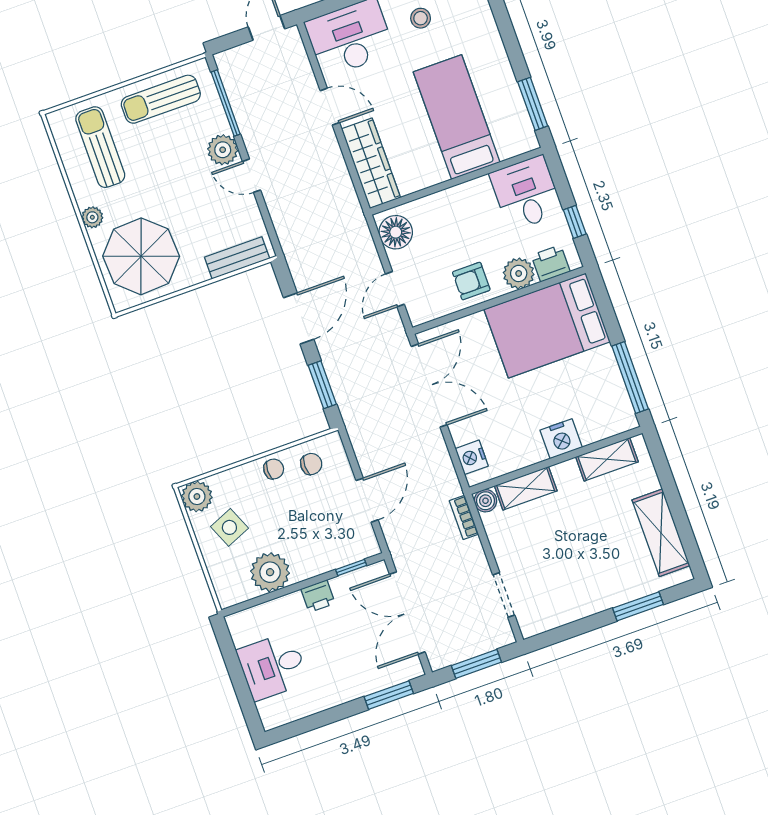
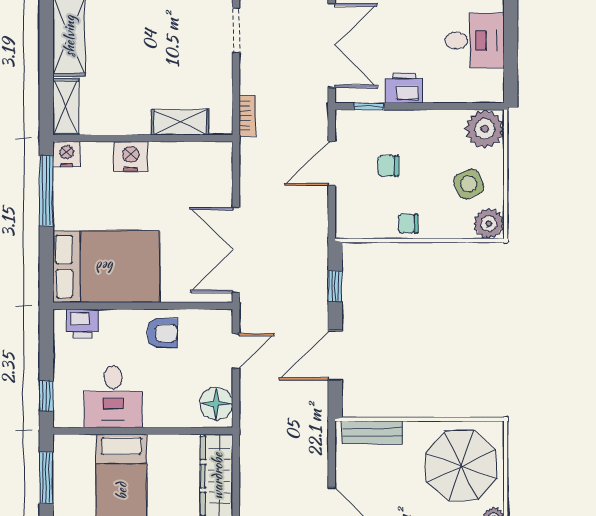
desk: (526, 193) -> (113, 397), moved
window: (575, 222) -> (46, 396), moved
plant: (519, 273) -> (116, 324), removed
window: (322, 385) -> (335, 286), width x0.67
nightstand: (472, 457) -> (67, 154), moved, turned -90
shelving: (607, 459) -> (66, 107), moved, turned 90
chair: (311, 464) -> (388, 166), moved
boiler: (485, 501) -> (222, 124), removed
plant: (270, 572) -> (485, 129), moved
printer: (318, 596) -> (404, 88), width x1.36, depth x1.24

